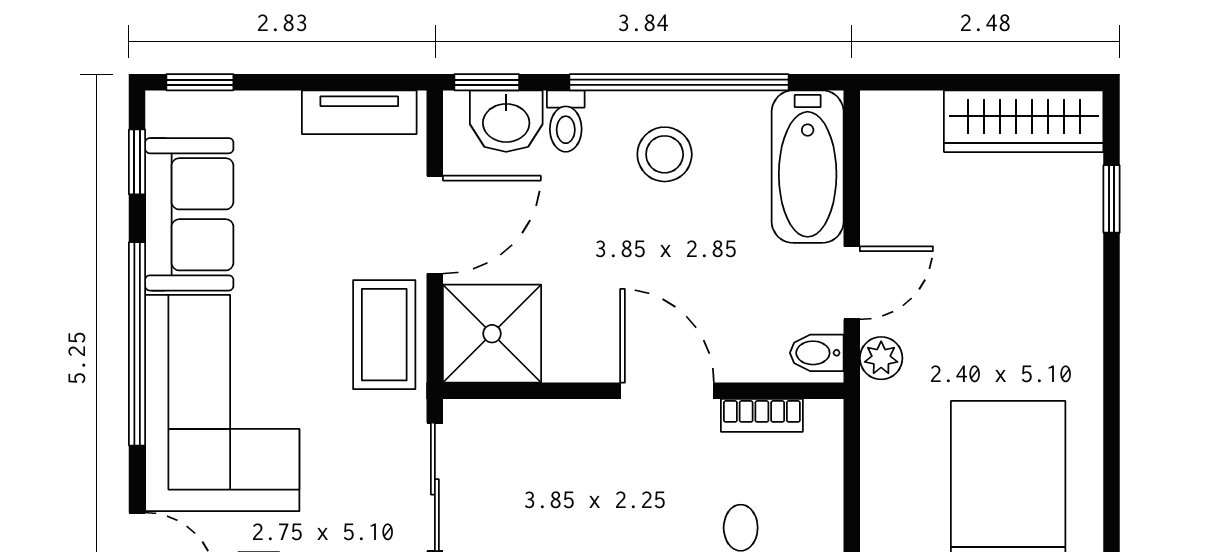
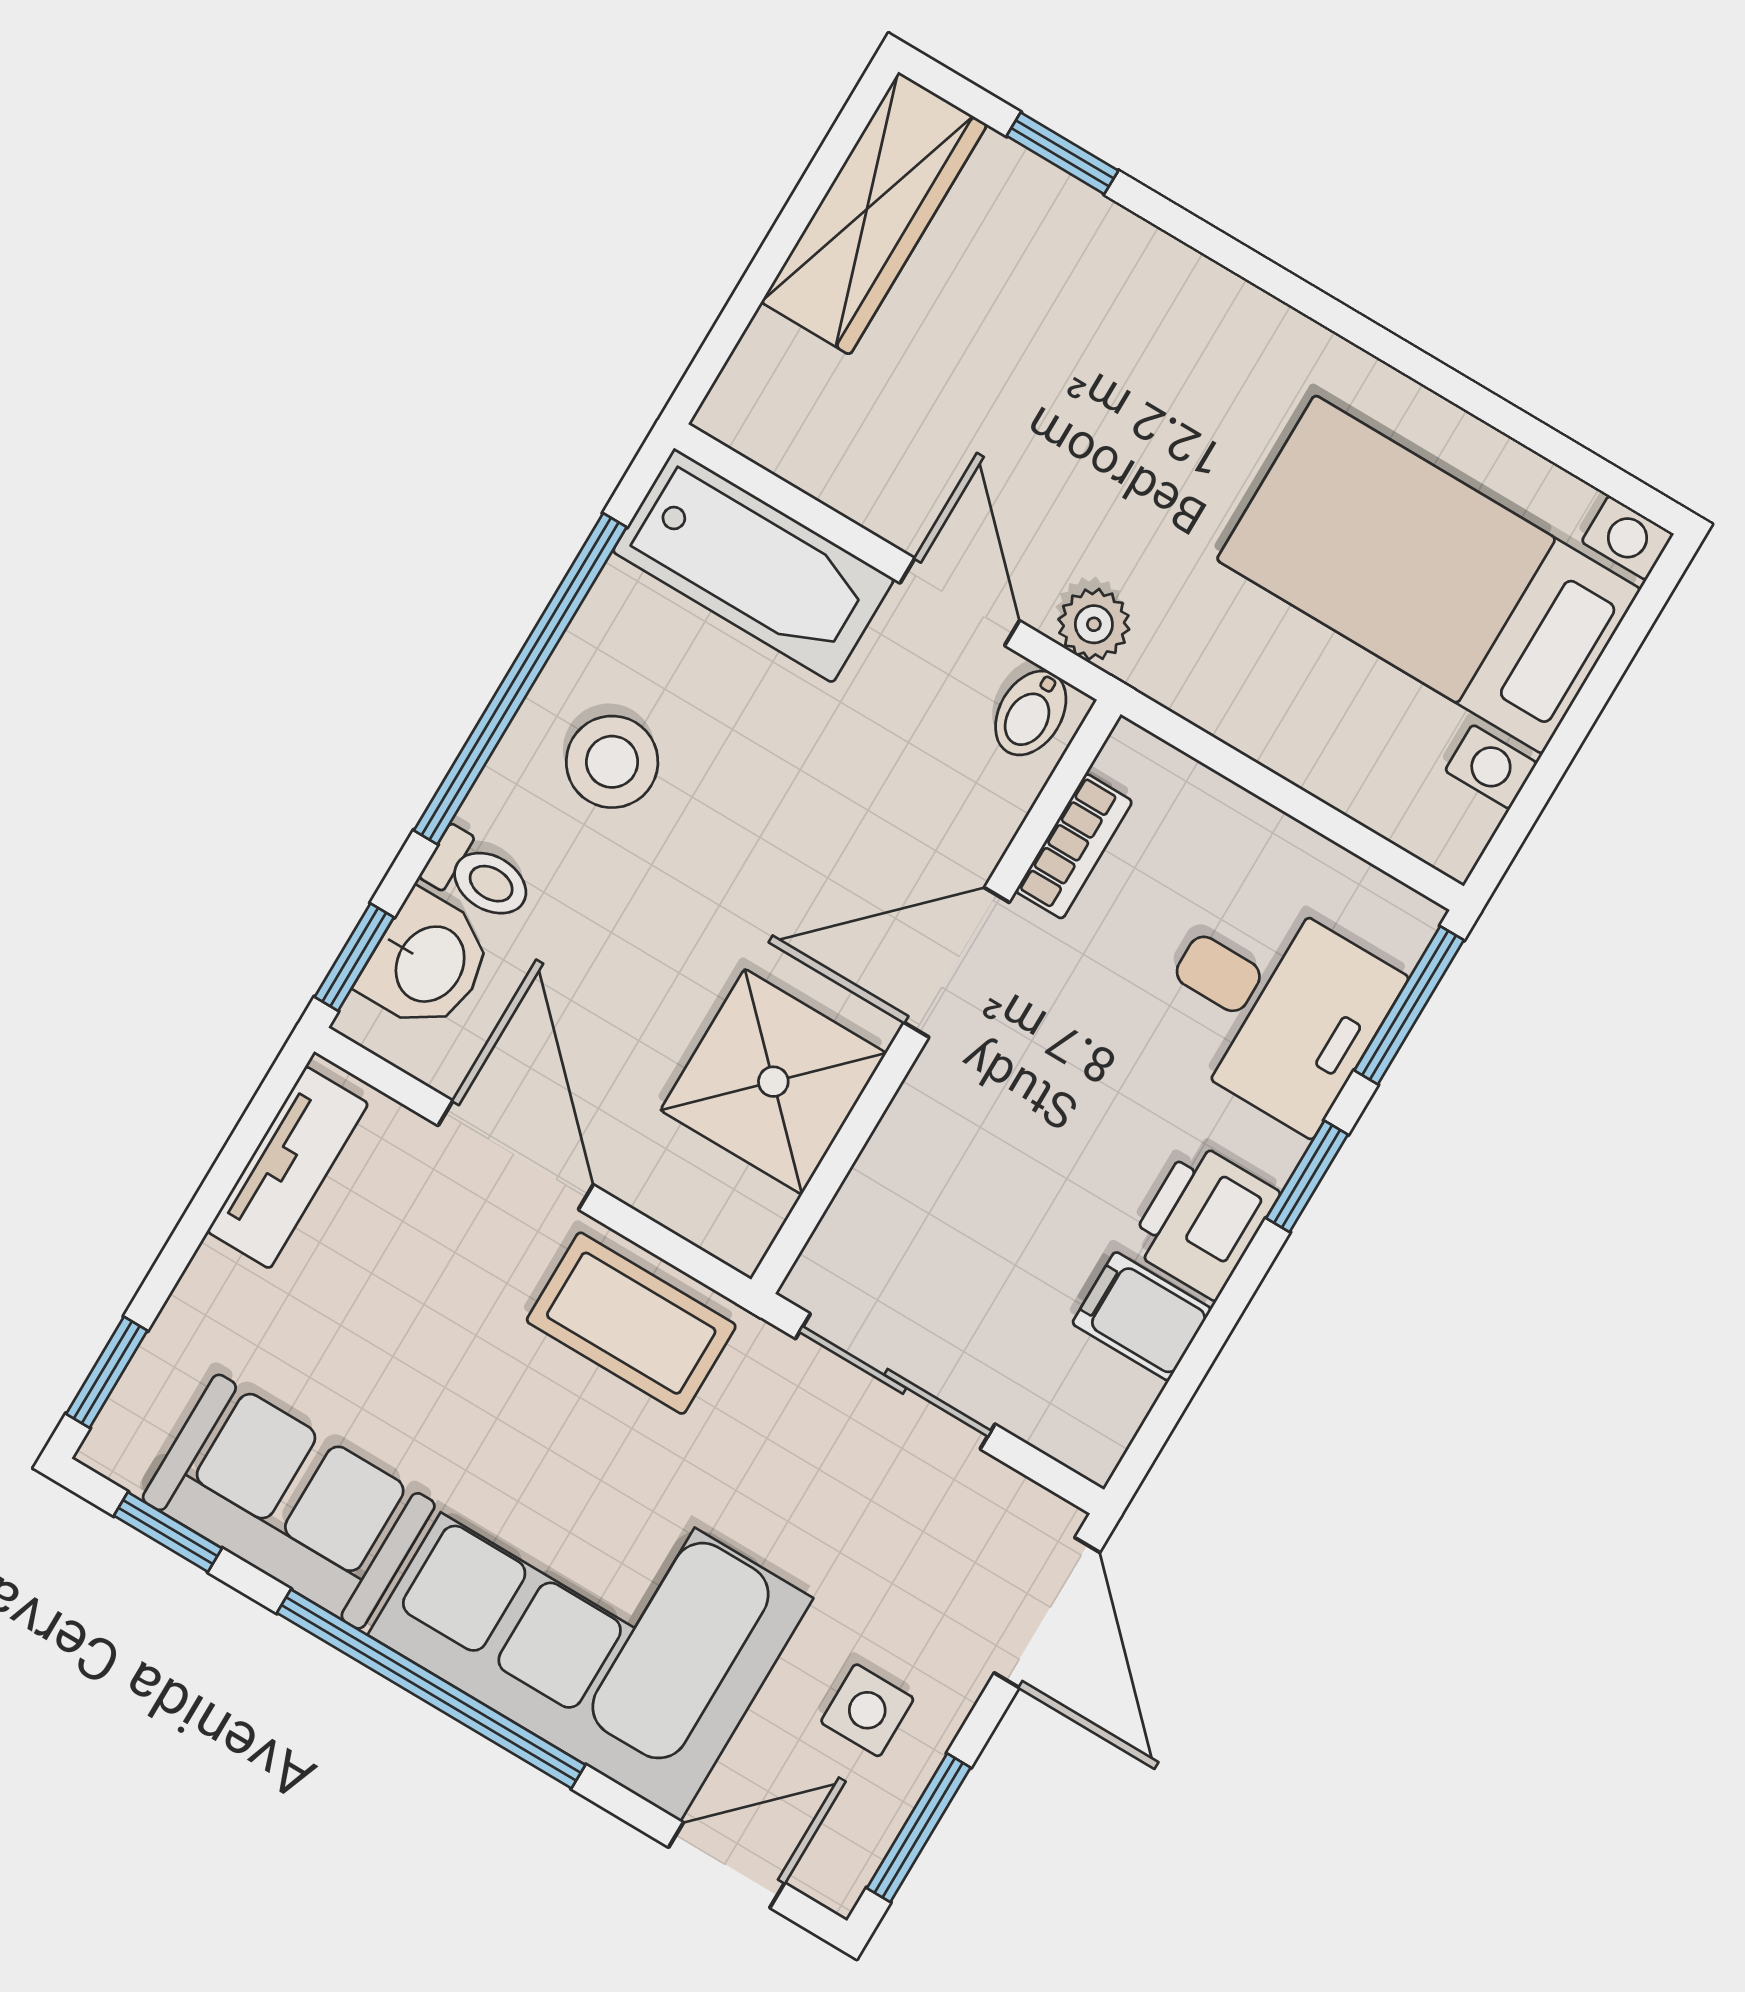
shower: (492, 334) -> (773, 1082), moved

